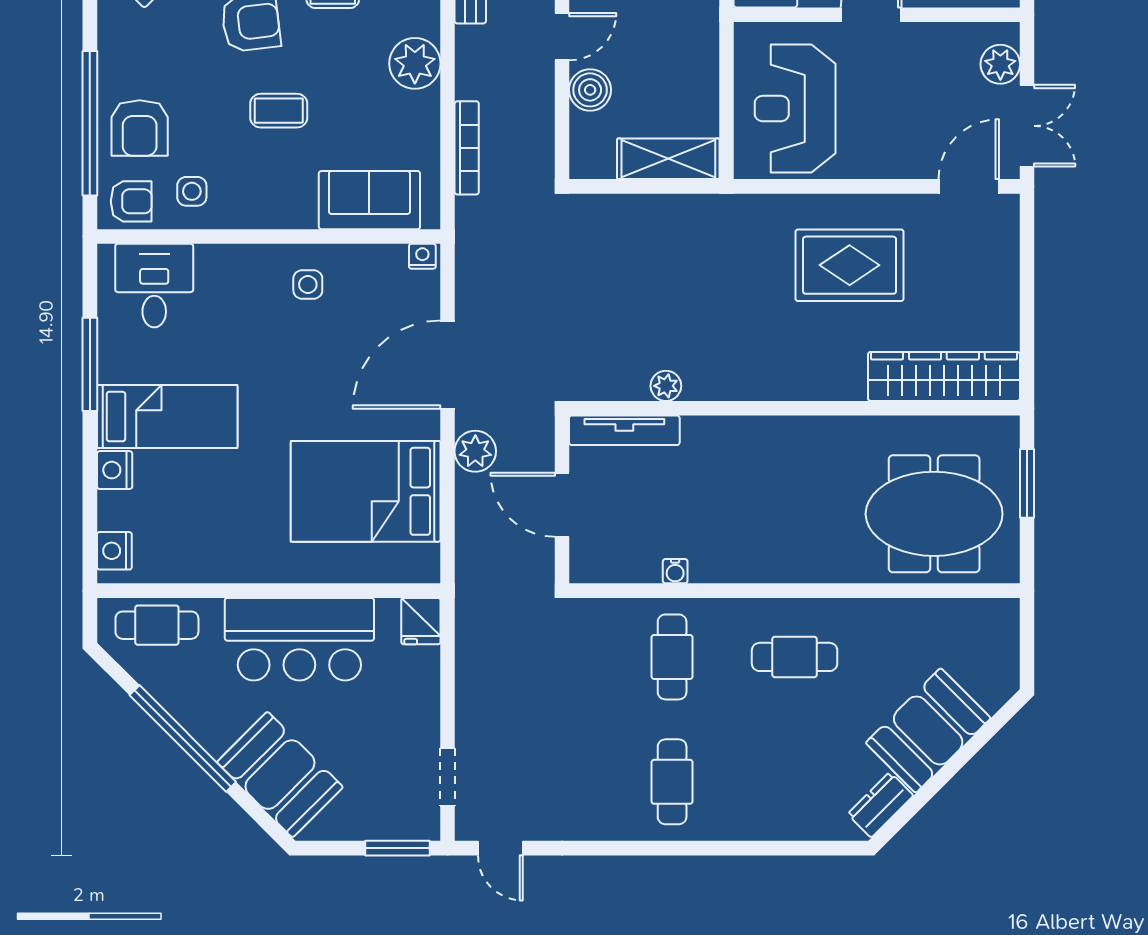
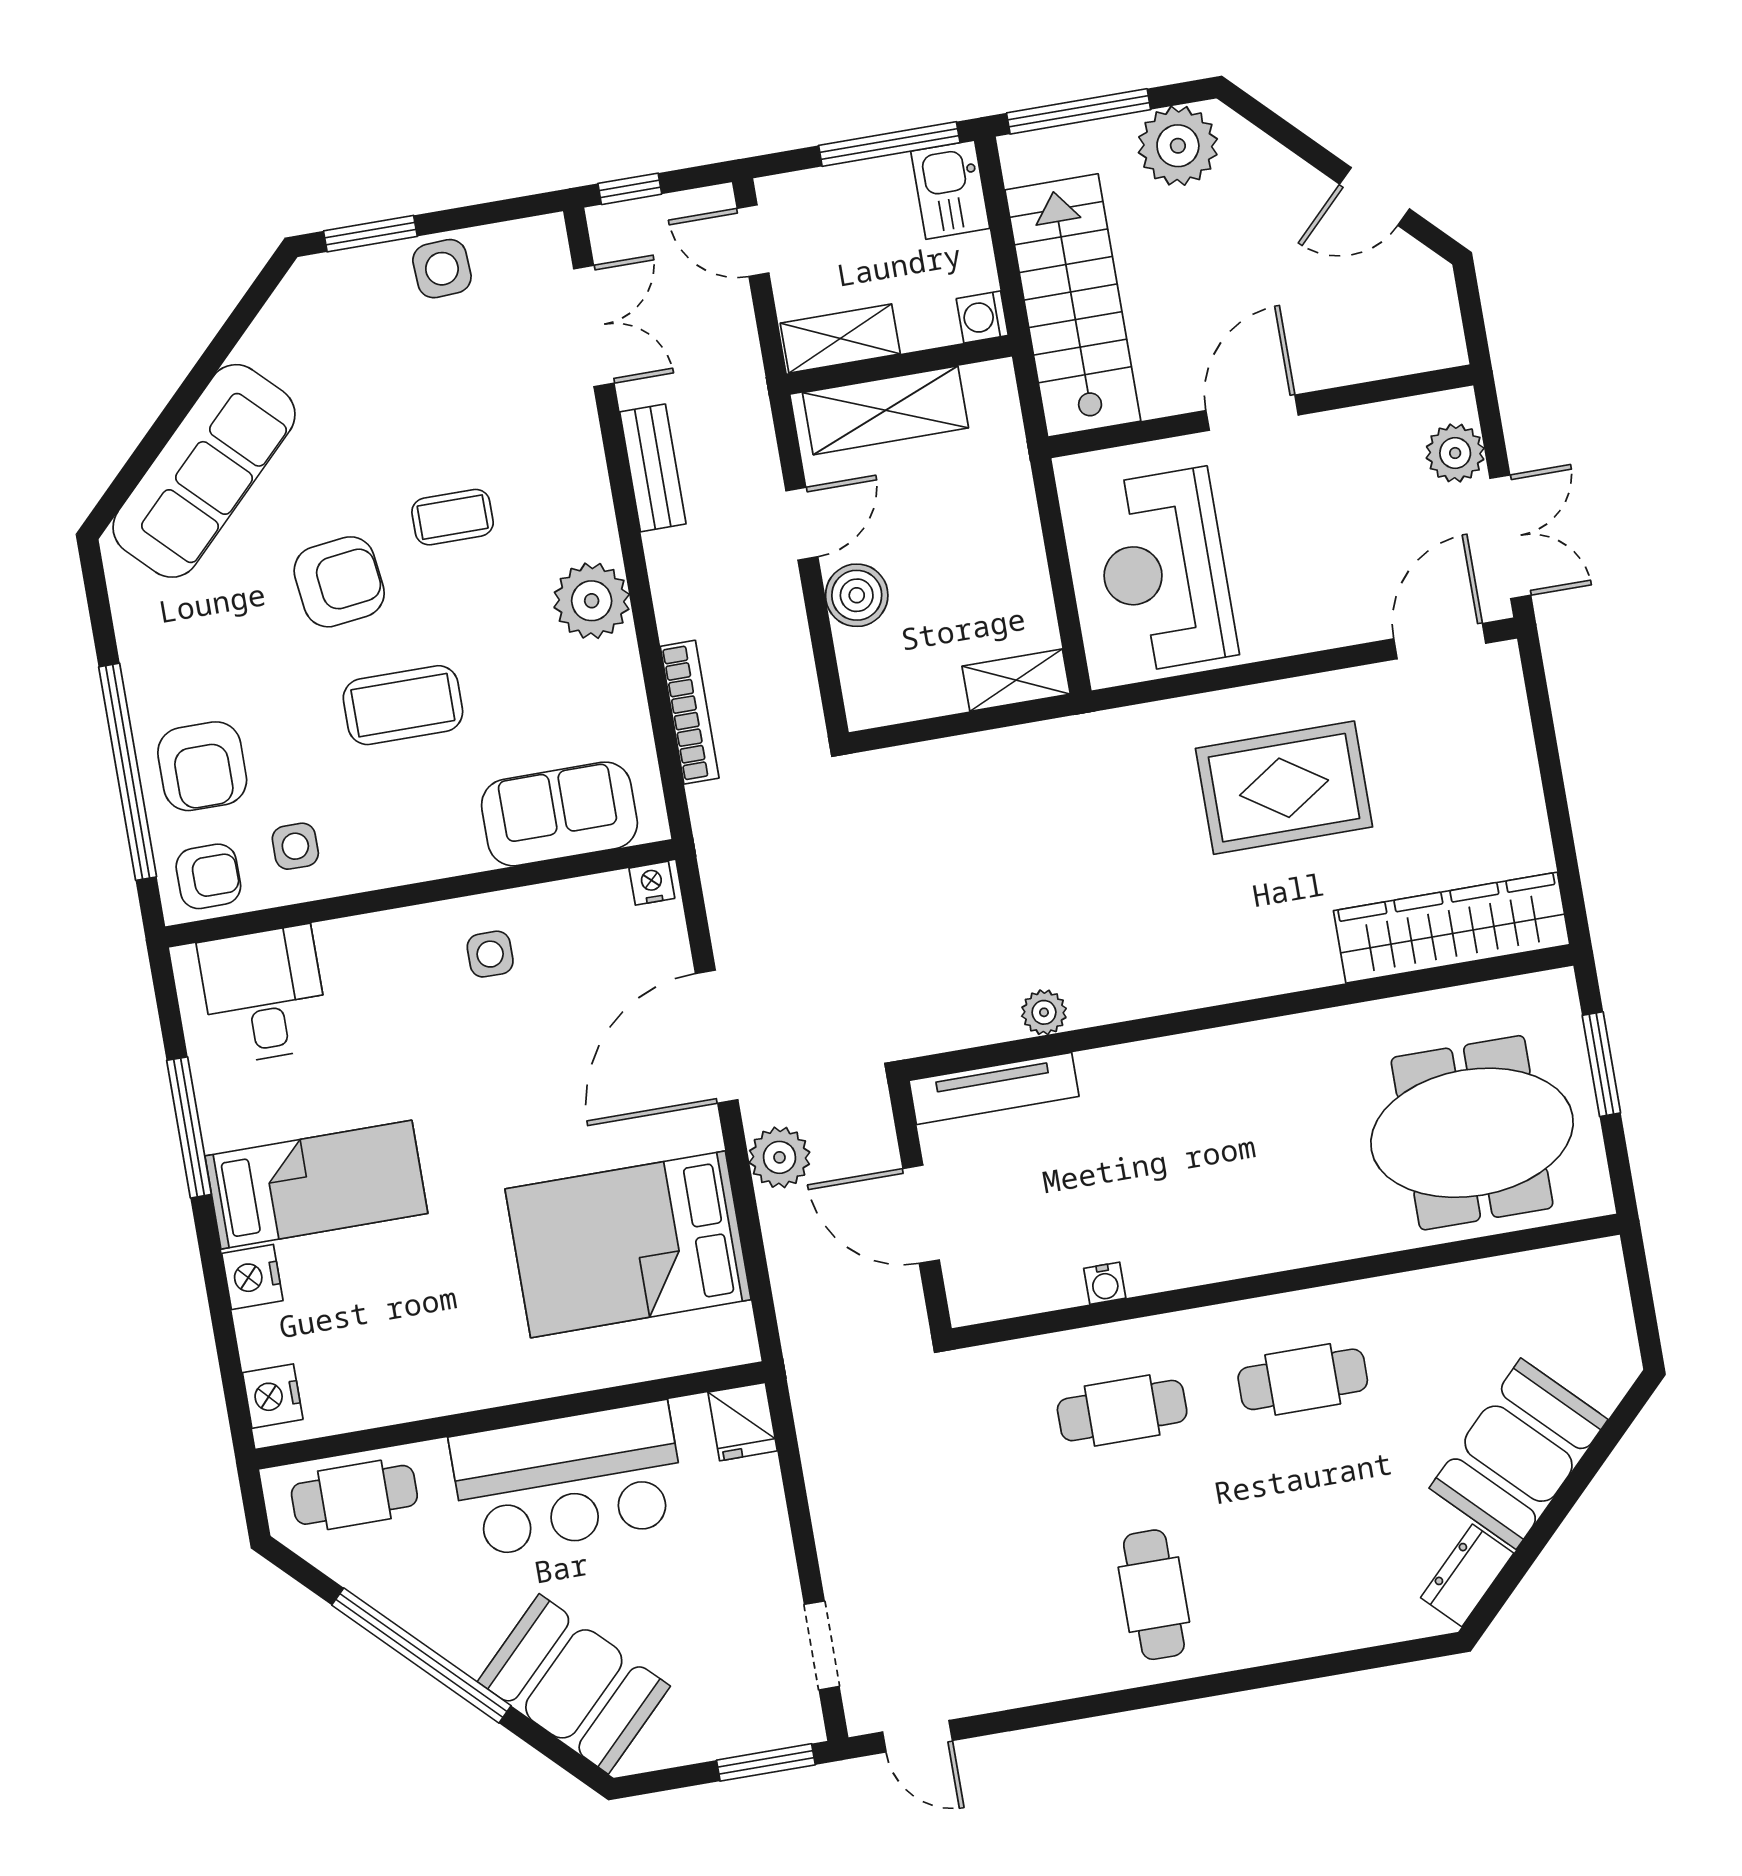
coffee table: (279, 111) -> (403, 705), width x1.36, depth x1.30
shelving: (668, 159) -> (1016, 680), width x0.67, depth x0.75
cafe table: (672, 657) -> (1122, 1411), turned 90

